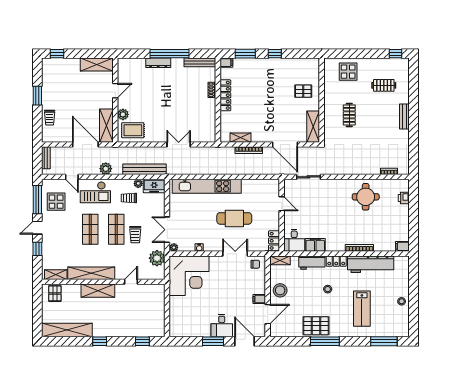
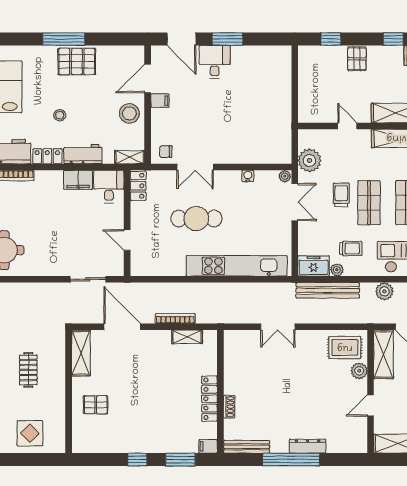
corner desk: (189, 276) -> (262, 135), removed
door: (131, 282) -> (347, 126), swing flipped
pallet: (125, 328) -> (357, 59), added

